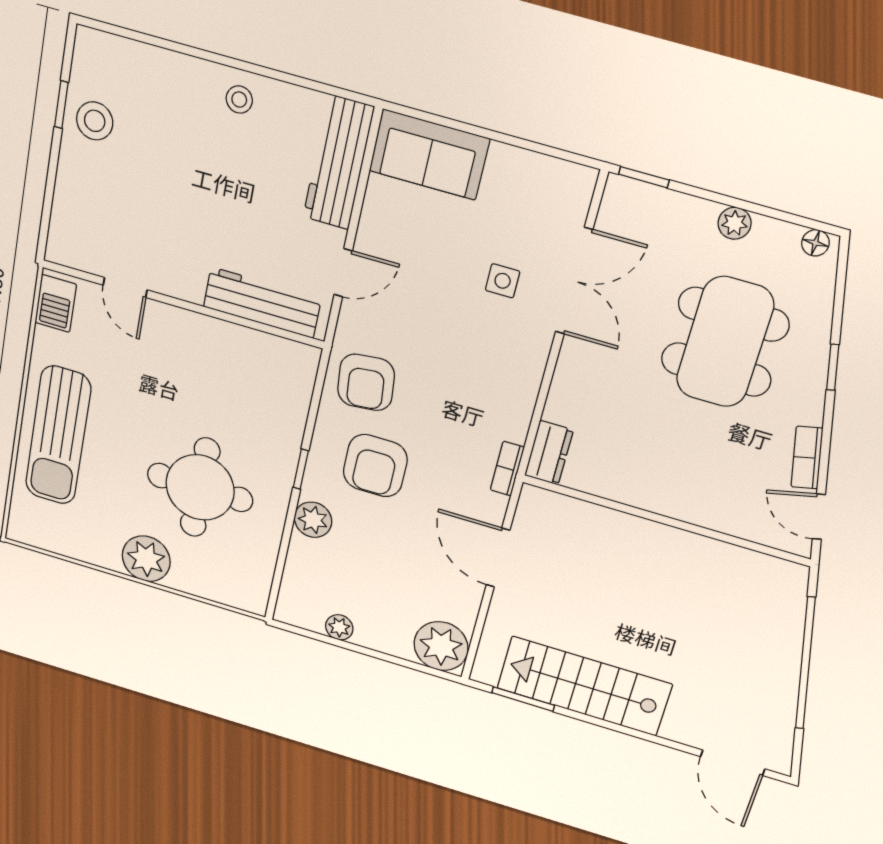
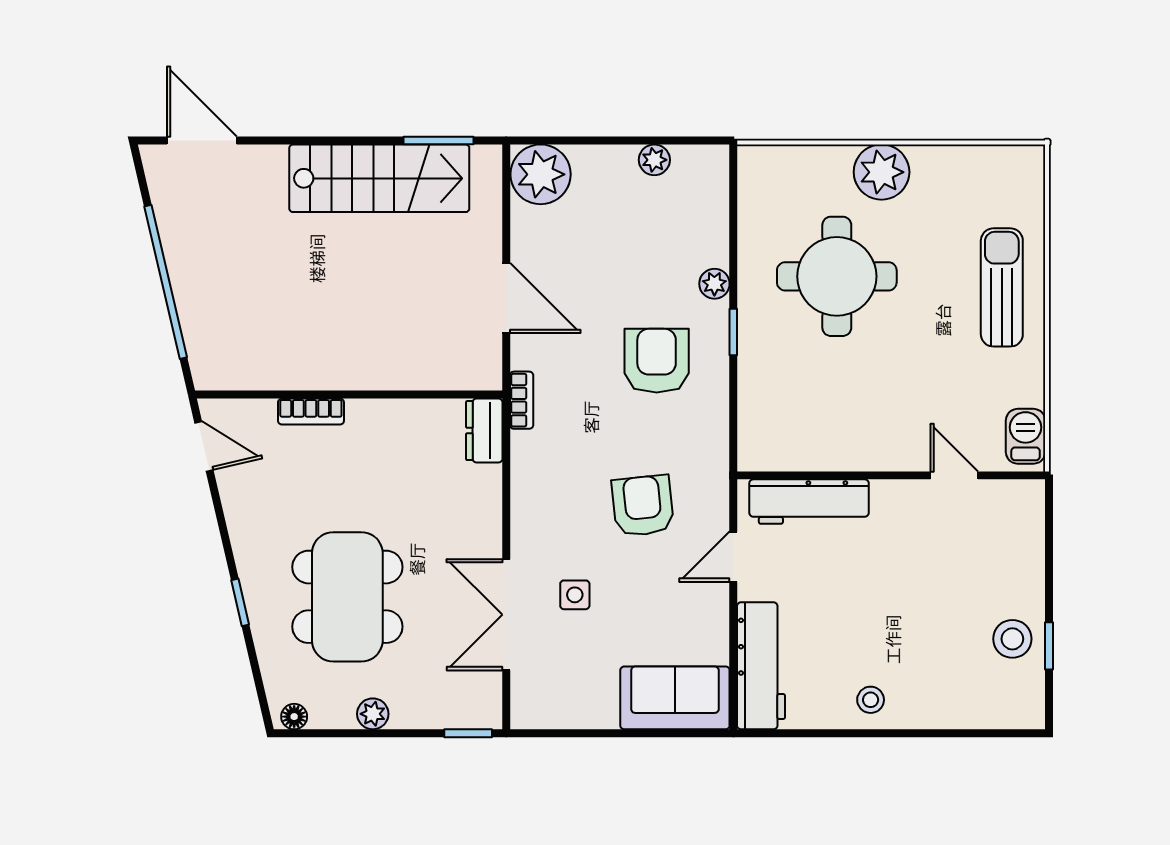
armchair: (366, 382) -> (643, 506), moved
sun lounger: (58, 436) -> (1002, 287), width x0.73, depth x0.75
bookcase: (807, 458) -> (311, 412), moved, turned 103
plant: (313, 520) -> (714, 284), width x0.73, depth x0.73

